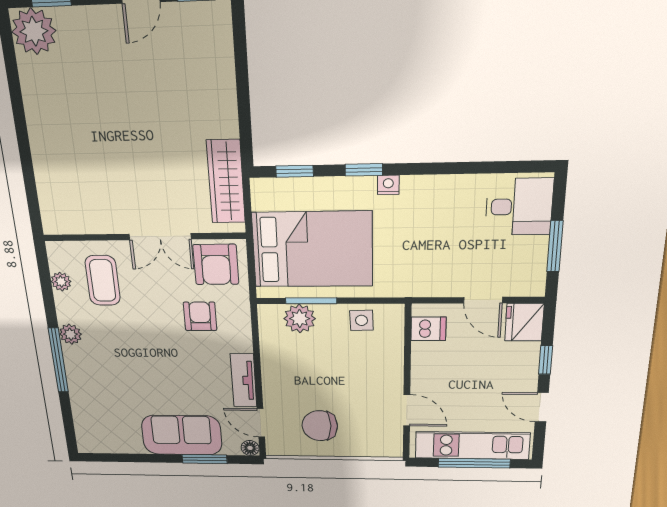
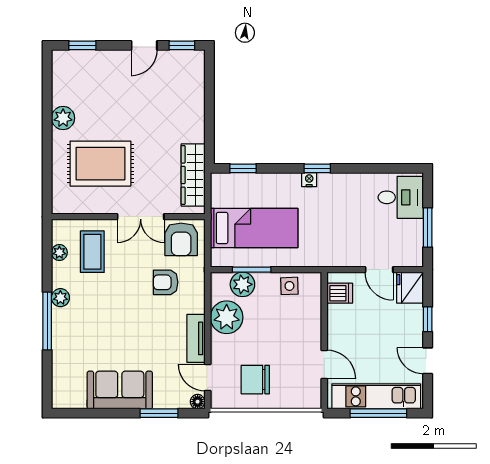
plant: (34, 31) -> (63, 118), moved, width x0.73, depth x0.73
rug: (99, 169) -> (100, 164), added
window: (364, 170) -> (317, 168), moved
bed: (313, 249) -> (254, 228), width x0.67
armchair: (200, 316) -> (166, 282), turned -90
plant: (281, 357) -> (227, 317), added
sofa: (182, 435) -> (120, 390), moved

